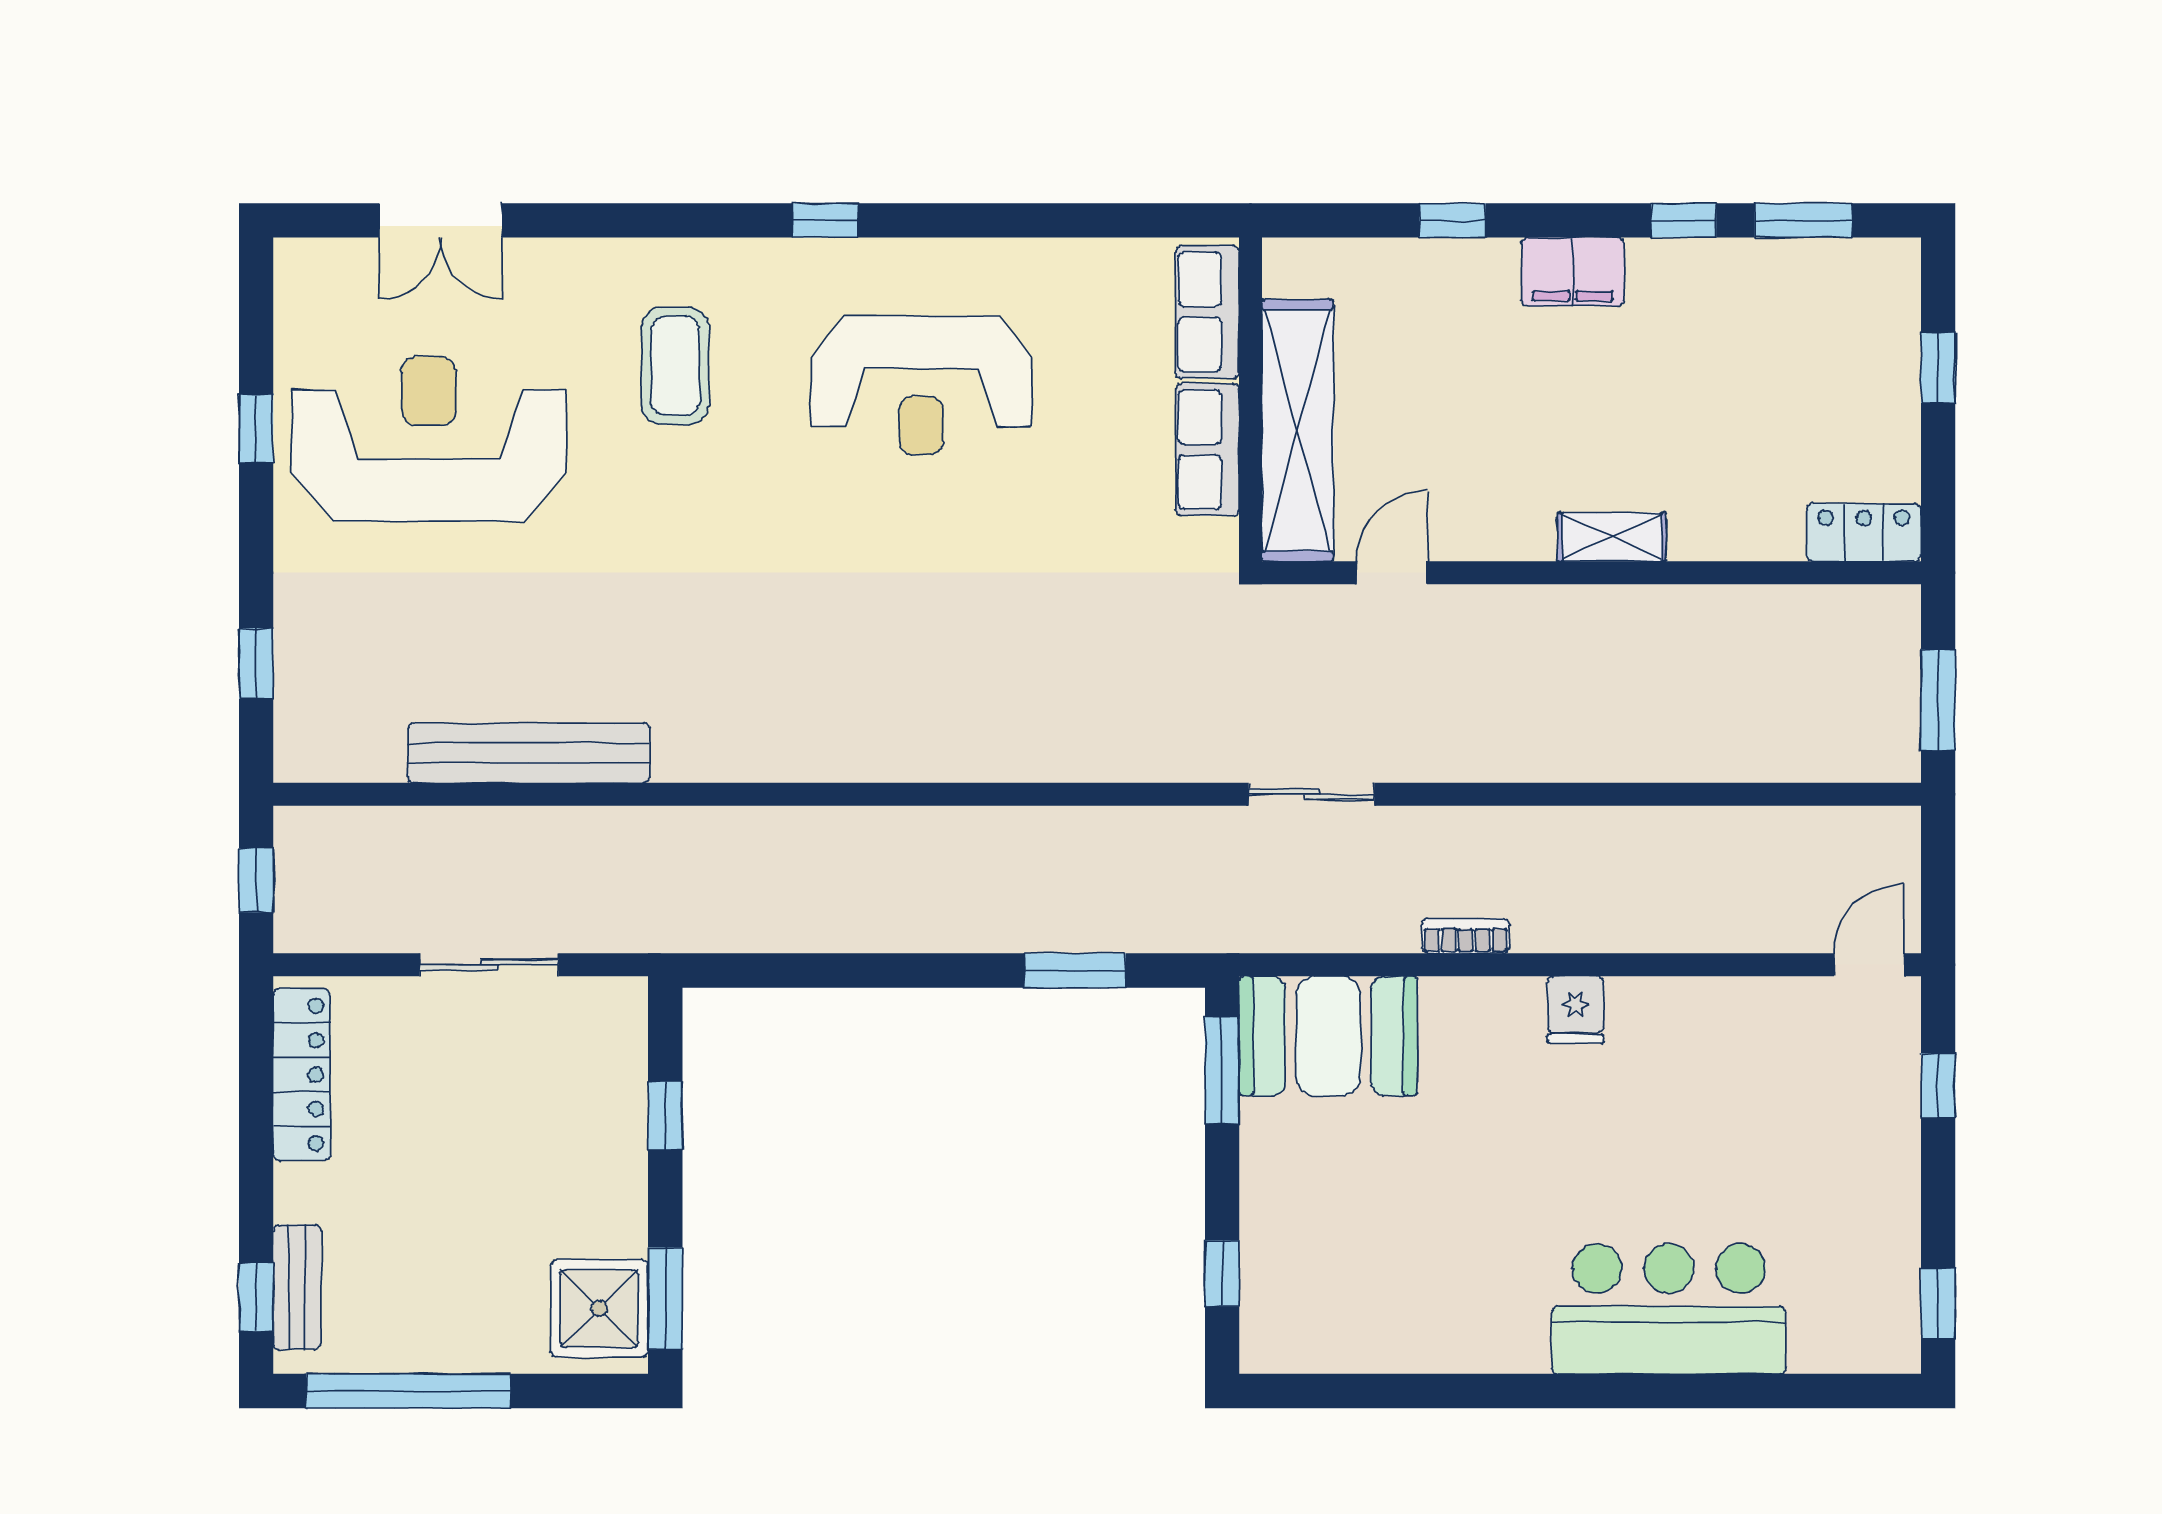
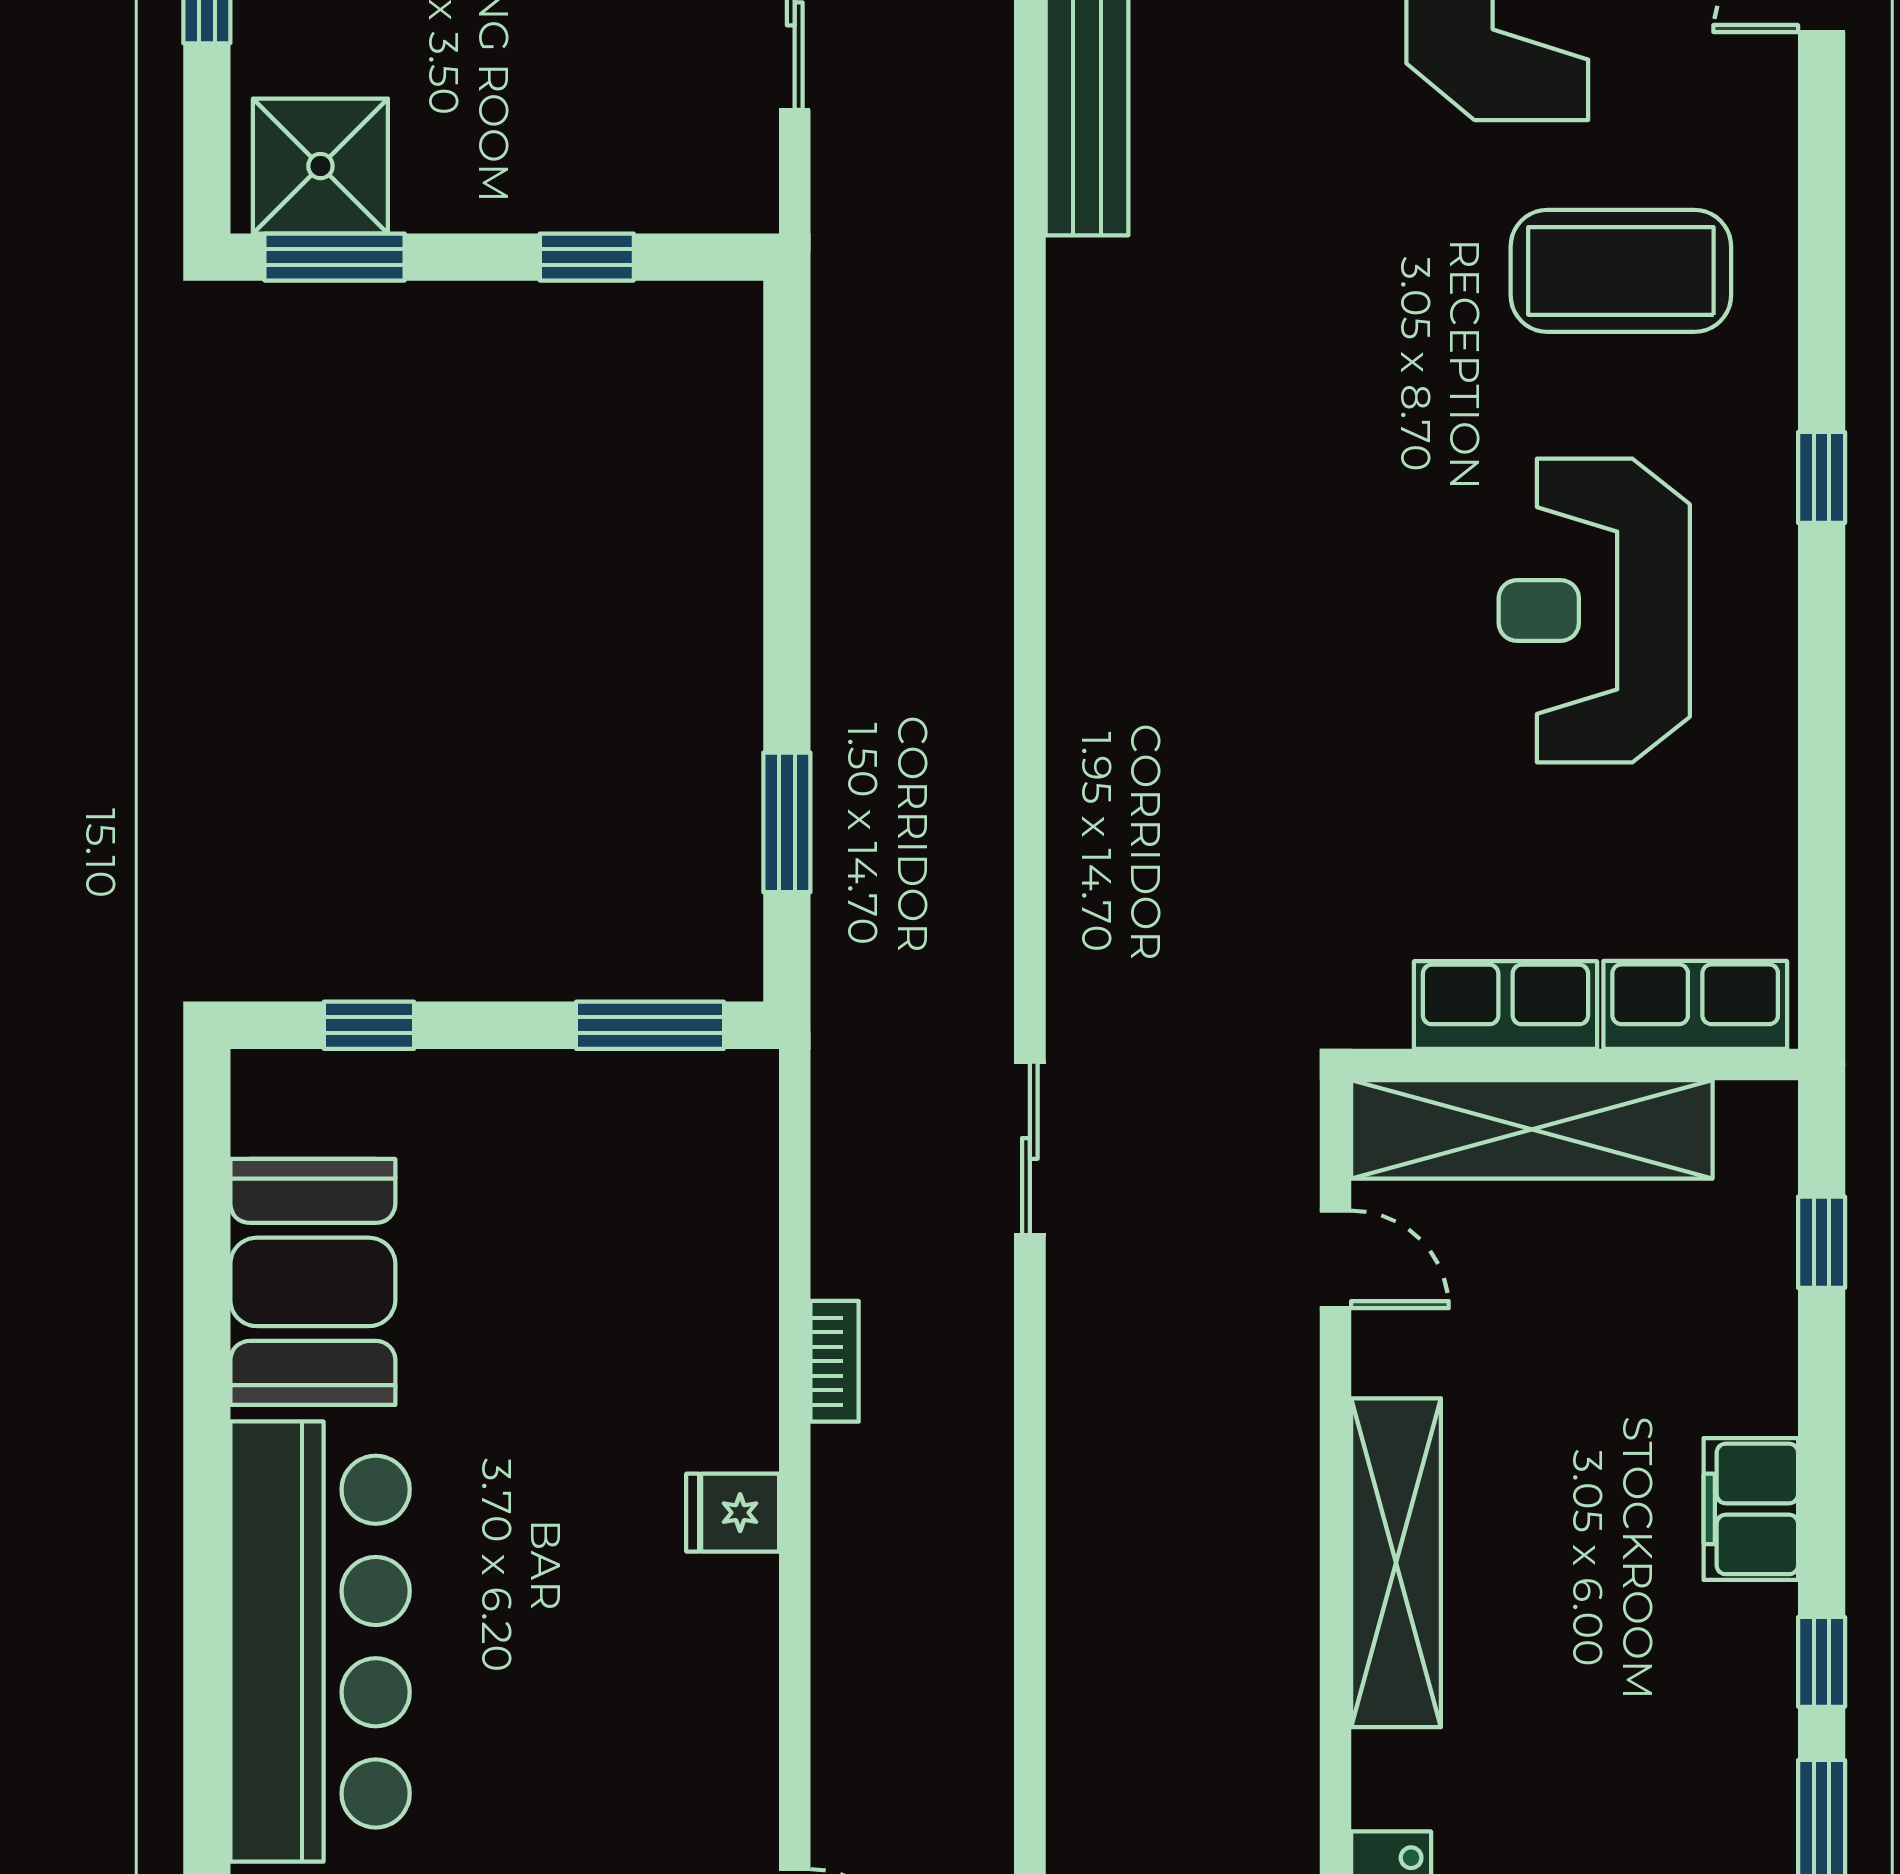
window: (1452, 220) -> (1822, 1242), moved
coffee table: (675, 366) -> (1621, 271), width x1.36, depth x1.32
shelving: (1612, 537) -> (1396, 1563), width x2.20, depth x1.33
booth: (1328, 1036) -> (313, 1282), moved
bar counter: (1669, 1309) -> (320, 1642), width x1.36

